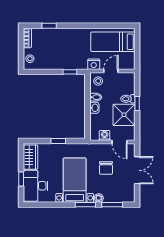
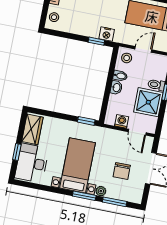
nightstand: (94, 64) -> (107, 34), moved
window: (58, 141) -> (86, 121), moved
chair: (106, 168) -> (122, 171), moved

